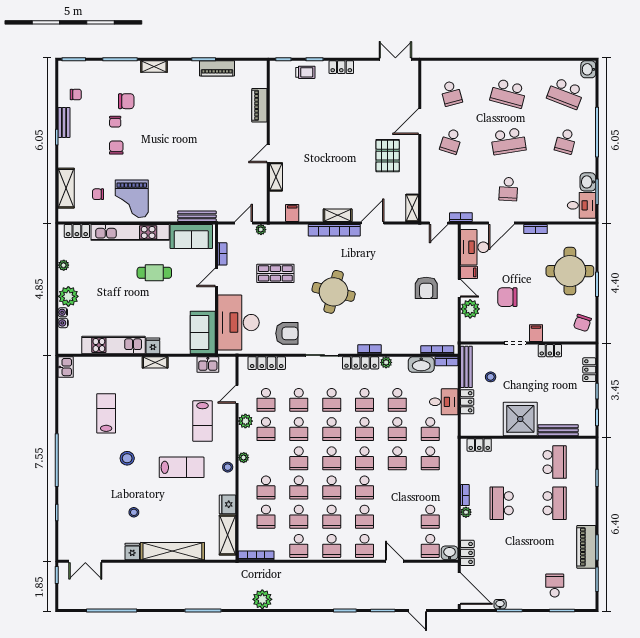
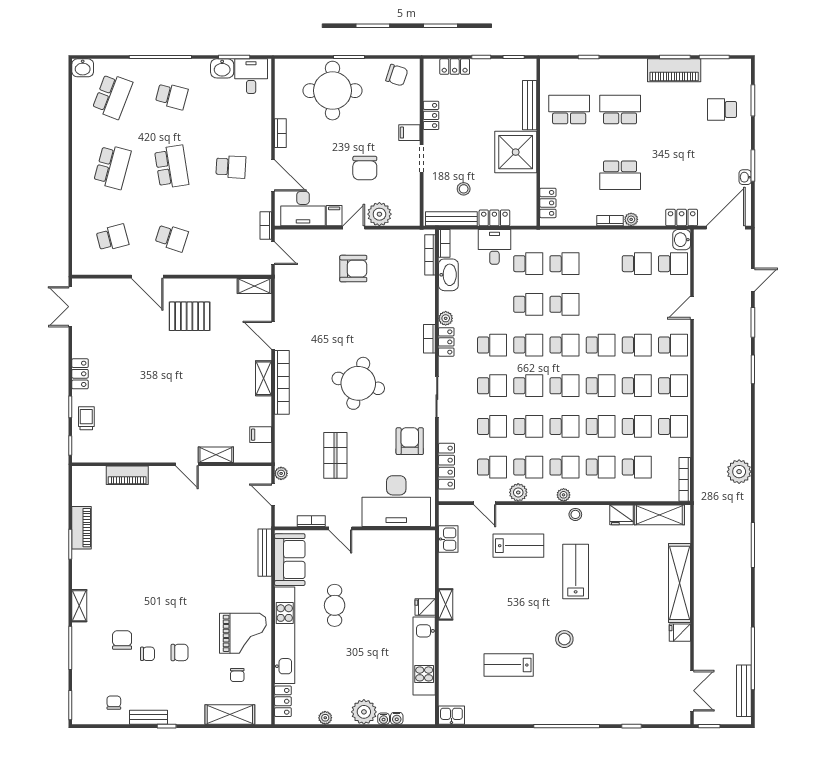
chair: (116, 148) -> (180, 652), turned 180
sofa: (203, 333) -> (409, 545), removed
locker: (361, 363) -> (446, 342), width x0.66
school desk: (397, 400) -> (564, 467), moved
stool: (134, 512) -> (631, 631), removed
bench: (85, 603) -> (744, 691), added

